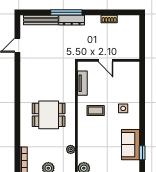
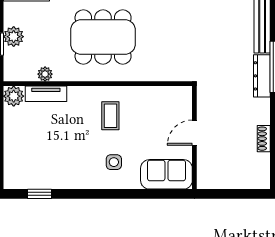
tv unit: (82, 83) -> (46, 94), moved
dining table: (49, 115) -> (103, 37), width x1.38
sofa: (130, 145) -> (166, 174), moved

